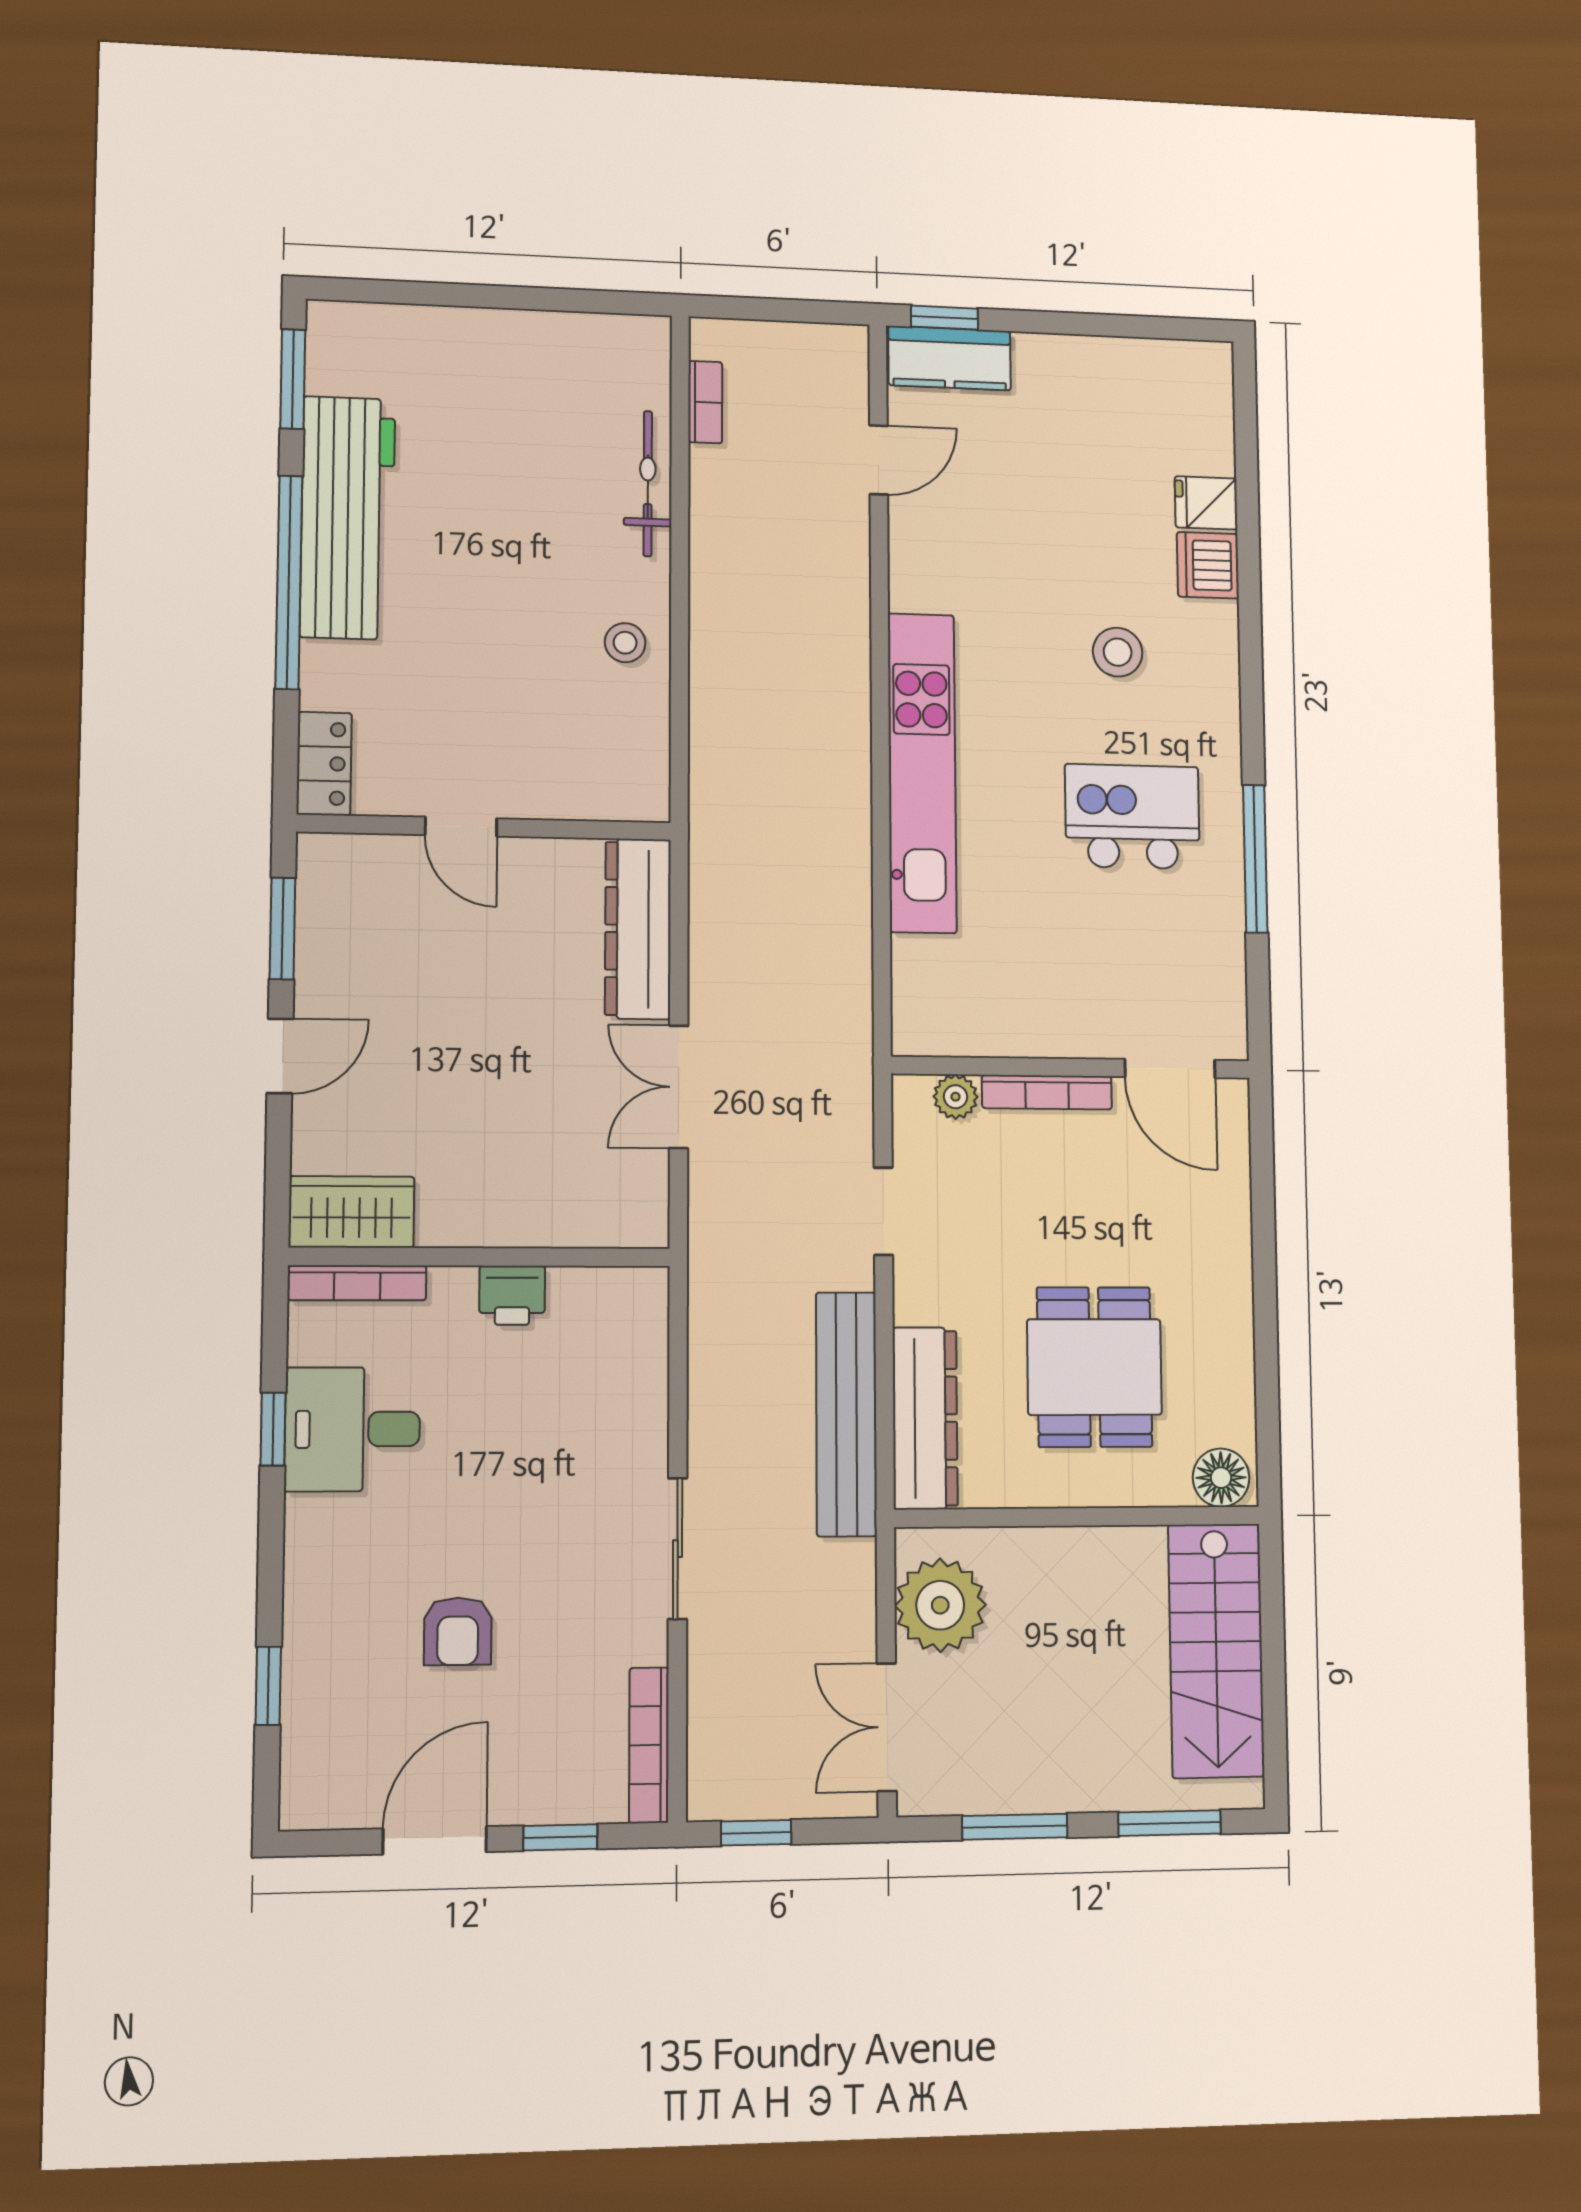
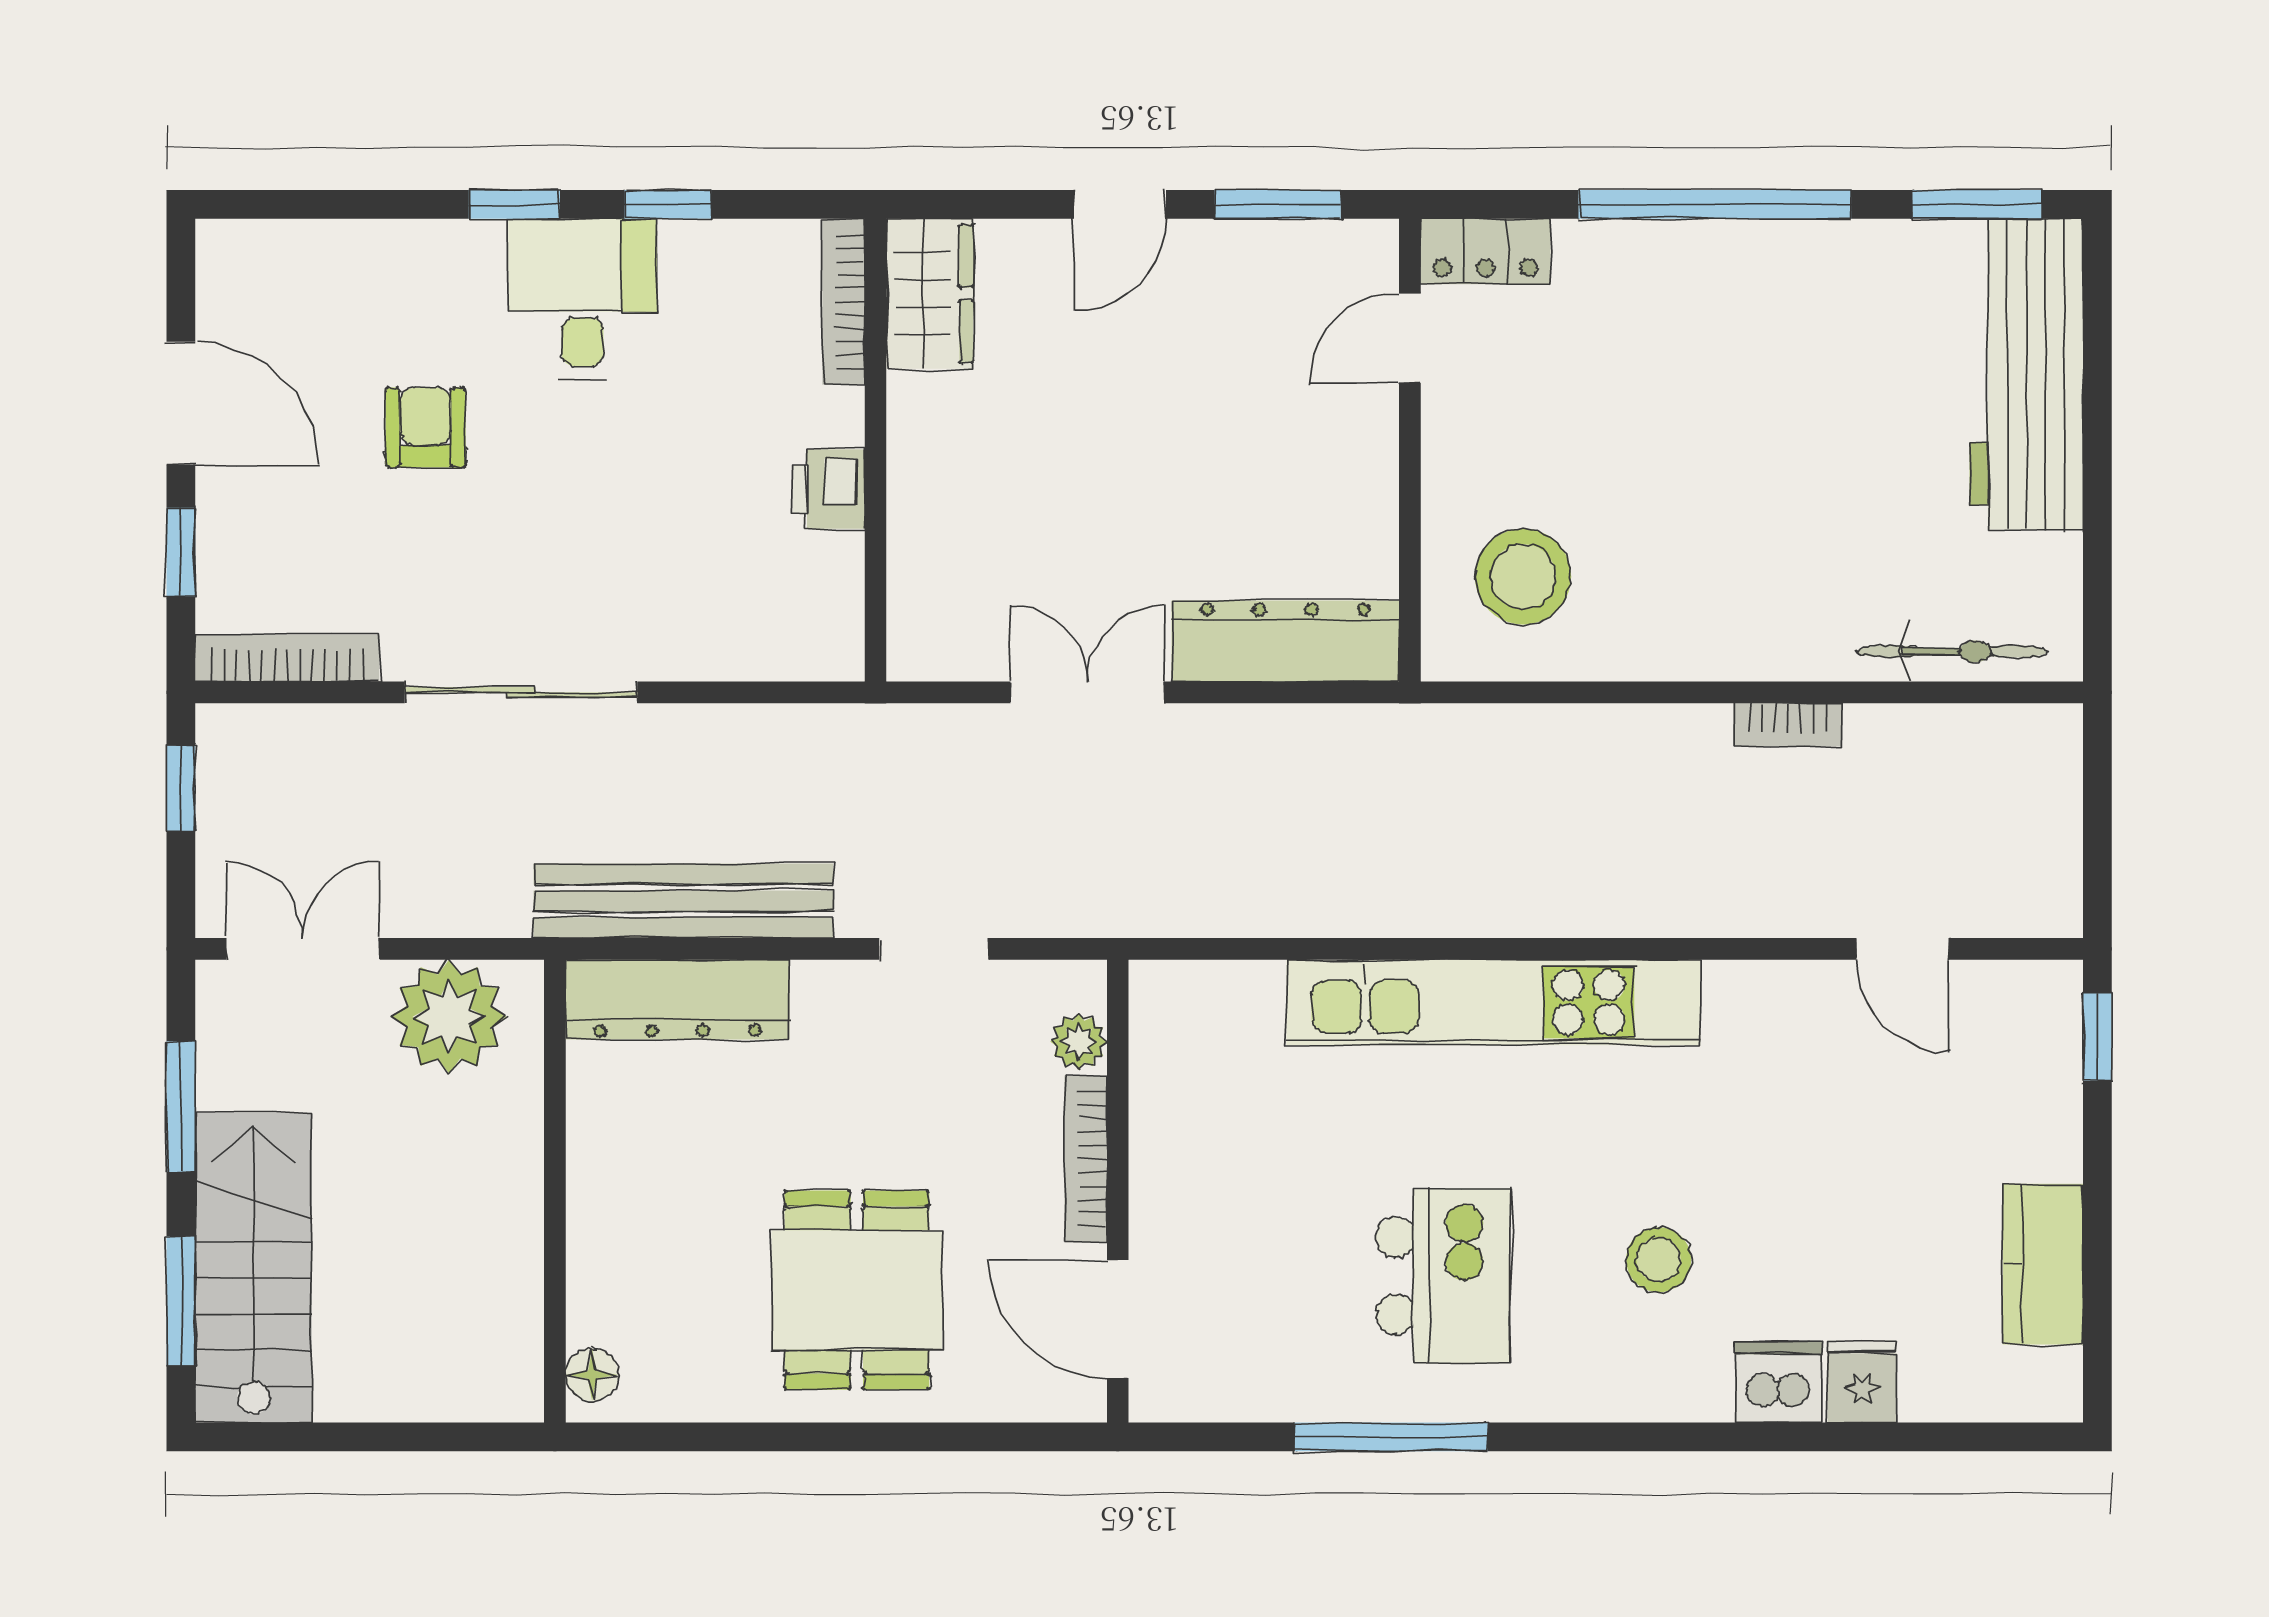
kitchen counter: (950, 358) -> (2043, 1264), moved
bookcase: (705, 402) -> (1788, 725), moved
bicycle: (648, 484) -> (1952, 651), moved
workbench: (348, 518) -> (2026, 374), moved, turned 90
stool: (625, 643) -> (1523, 577), moved, width x1.89, depth x1.89
door: (461, 827) -> (1410, 338), moved
door: (280, 1056) -> (1120, 204), hinge flipped
door: (1170, 1068) -> (1118, 1319), hinge flipped
dining table: (1094, 1367) -> (857, 1290), moved, turned 90
desk: (352, 1429) -> (583, 299), moved
floor lamp: (1221, 1478) -> (592, 1375), width x0.73, depth x0.73
sliding door: (678, 1549) -> (521, 692), width x1.37
armchair: (458, 1631) -> (425, 428), turned 90
stairs: (1216, 1650) -> (254, 1268), moved, turned 90
window: (268, 1686) -> (514, 204), moved

